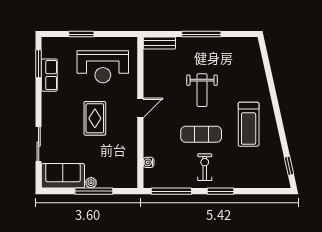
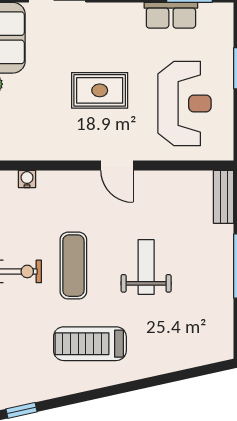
reception desk: (103, 67) -> (184, 104), turned 180
weight bench: (202, 90) -> (146, 267), turned 90

